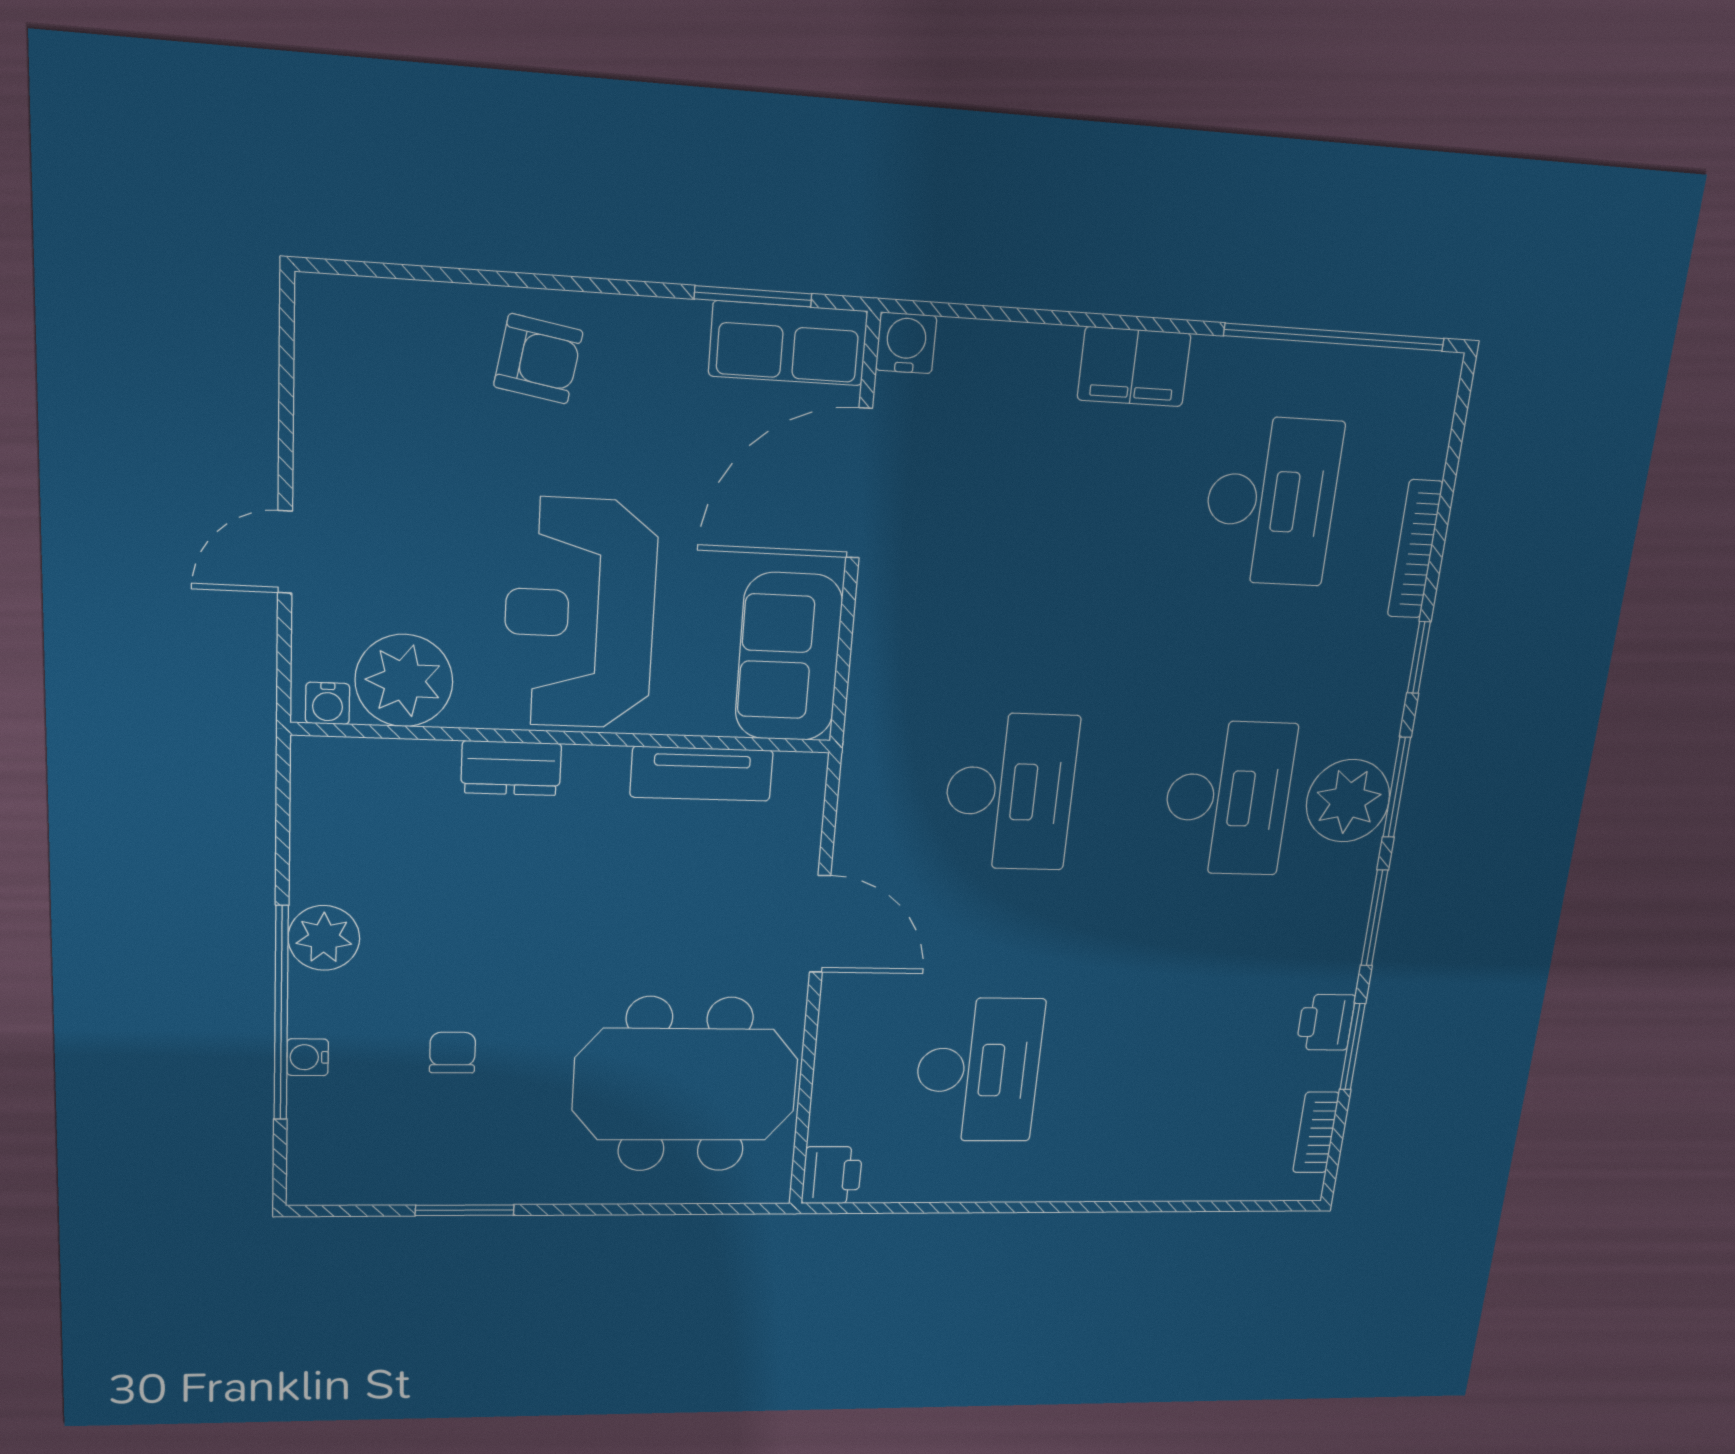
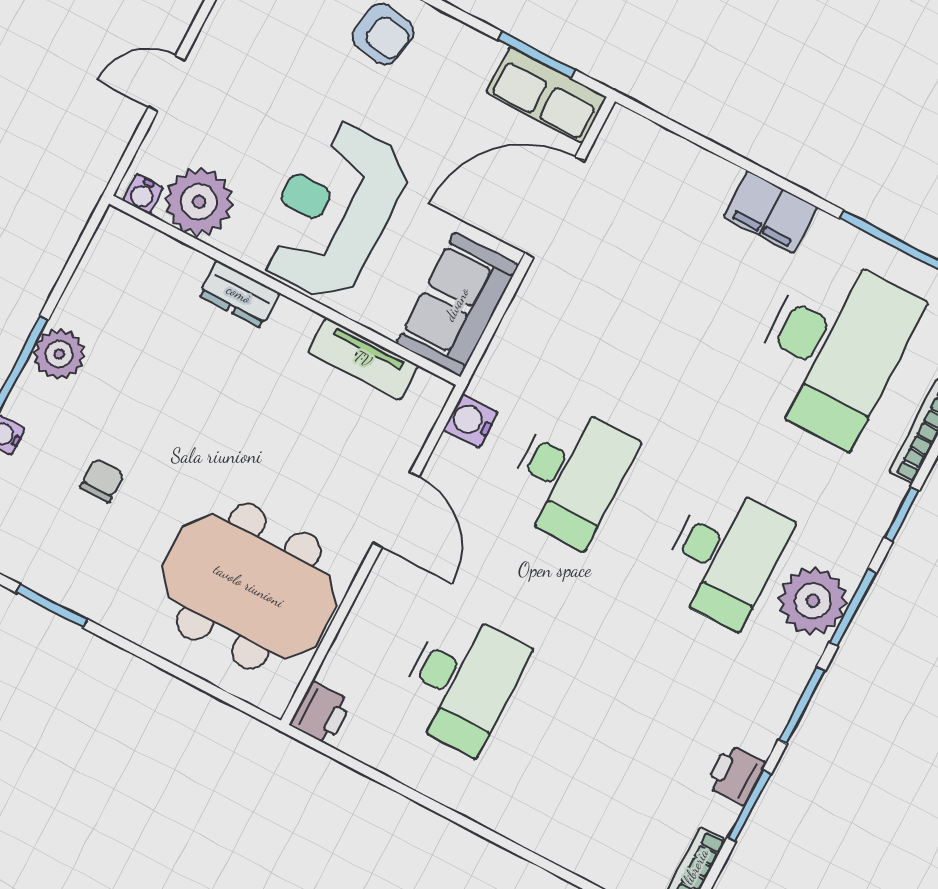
water cooler: (906, 343) -> (471, 421), moved, turned -90
desk: (1271, 501) -> (833, 349), width x1.36, depth x1.30

